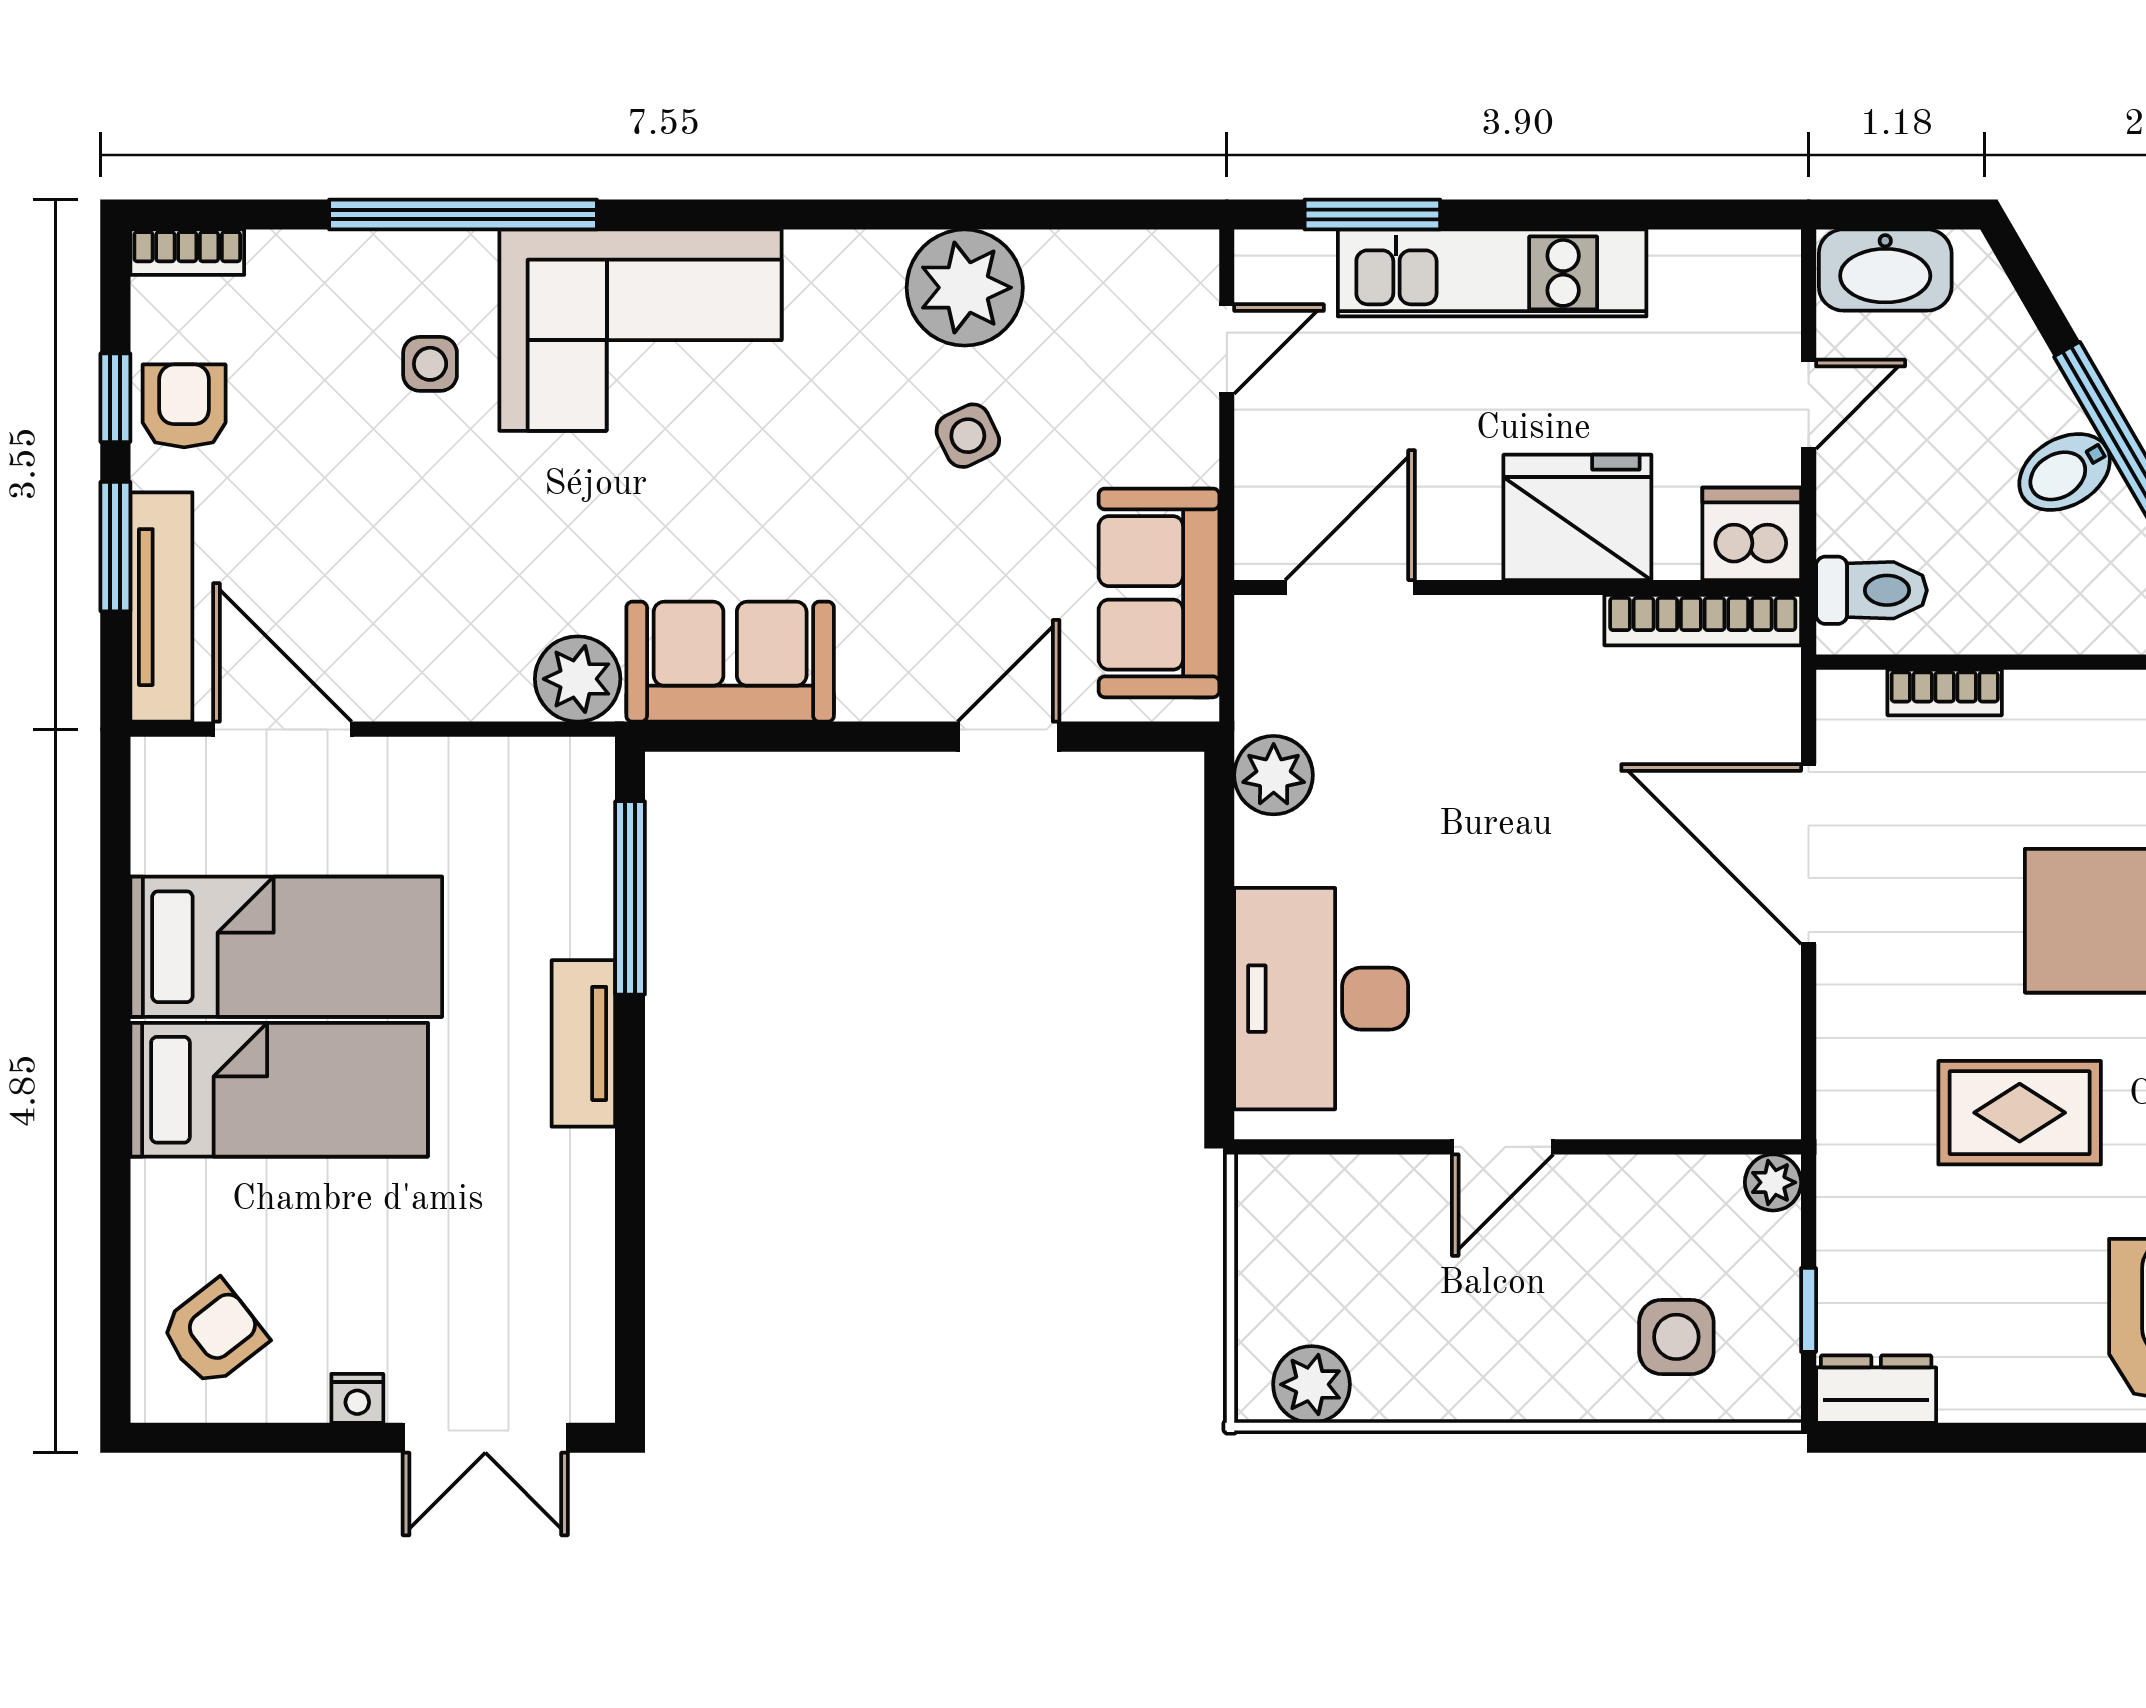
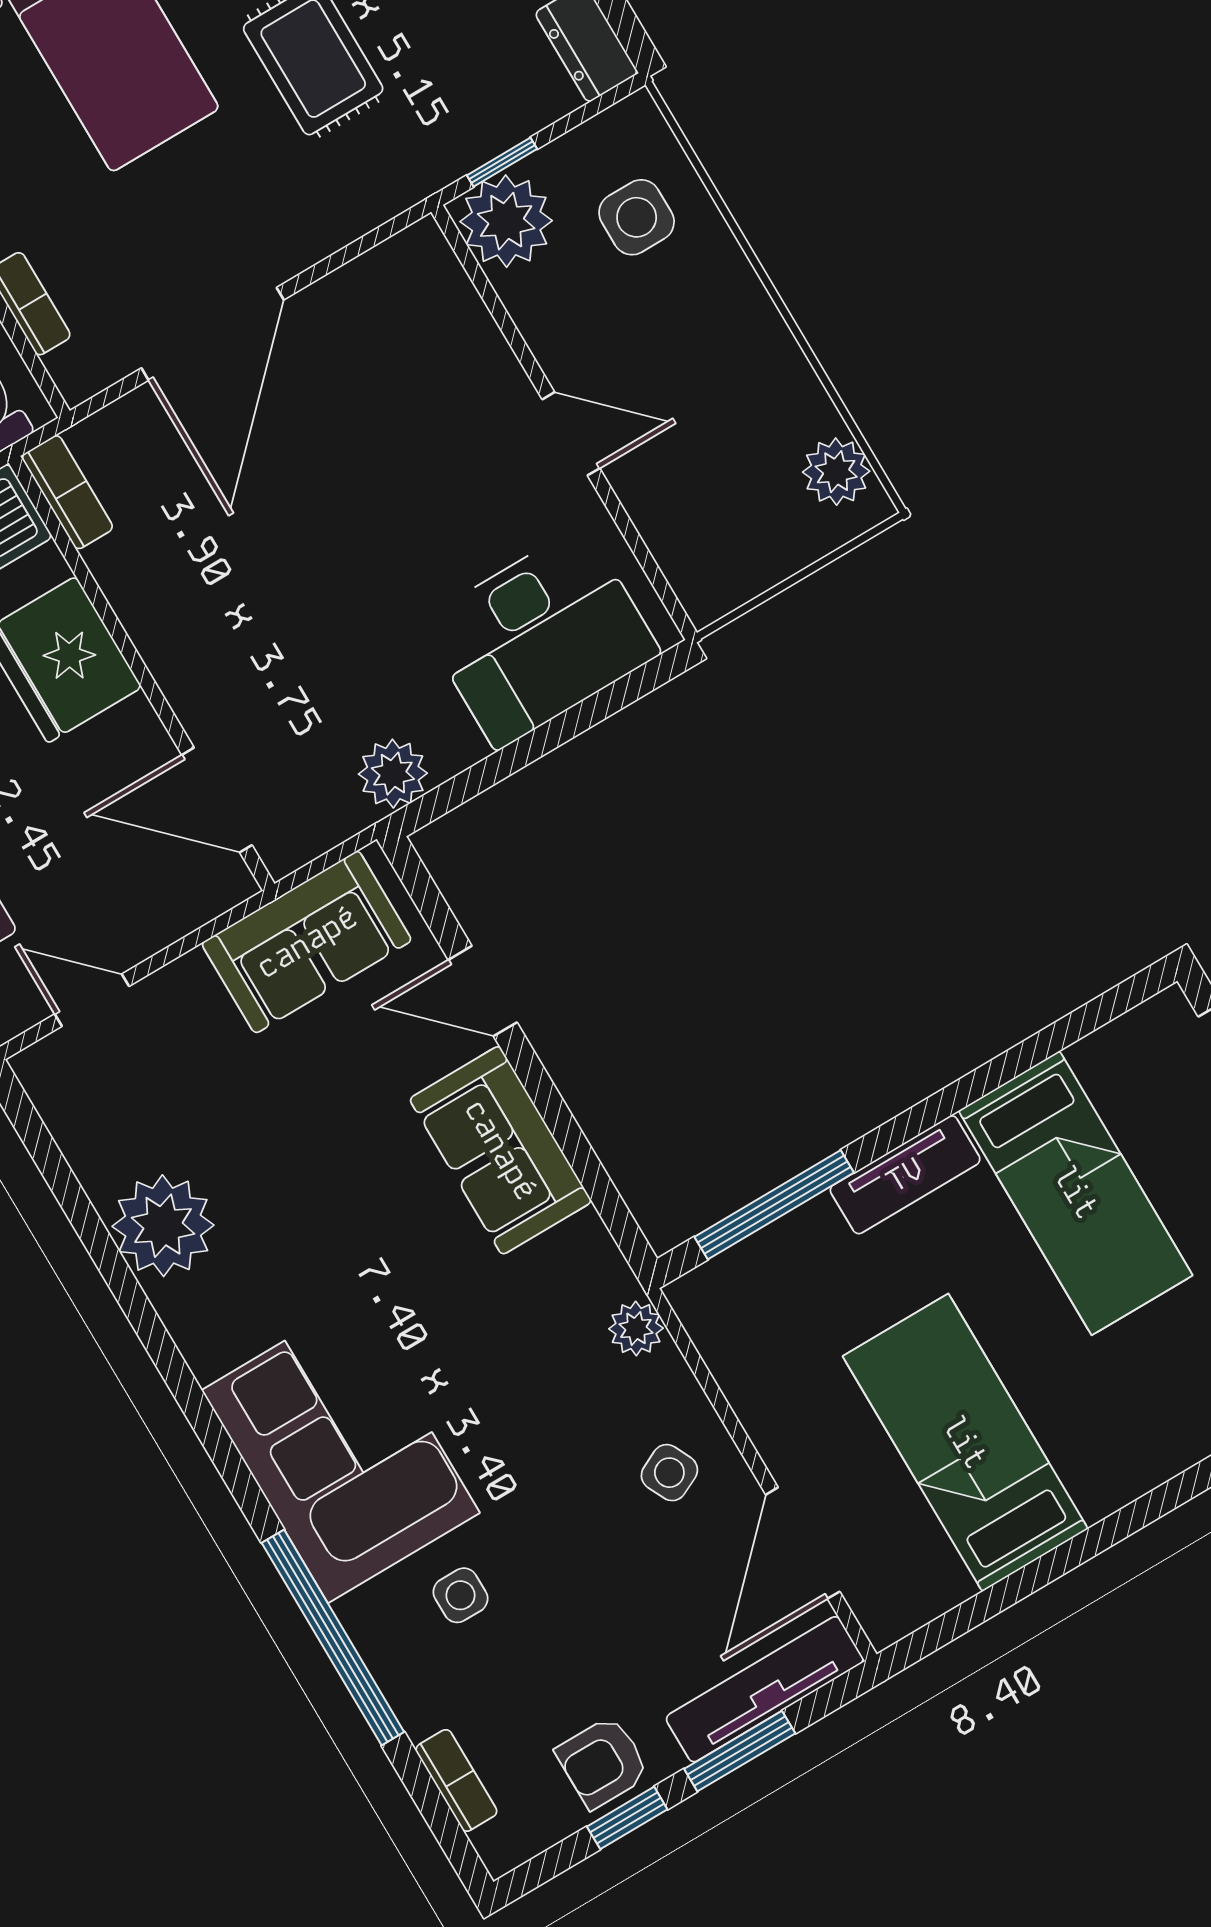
bookcase: (187, 252) -> (456, 1780), moved
side table: (968, 436) -> (669, 1473), moved
bookcase: (1703, 620) -> (67, 492), width x0.64
sofa: (730, 662) -> (501, 1150), moved
plant: (578, 679) -> (636, 1328), width x0.73, depth x0.73
bed: (279, 1090) -> (1076, 1193), moved, turned 180
plant: (1773, 1182) -> (506, 221), width x1.88, depth x1.88
window: (1809, 1310) -> (502, 162), moved

